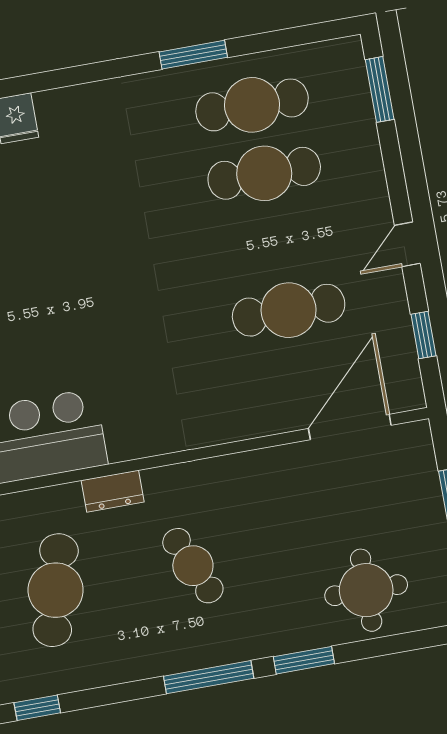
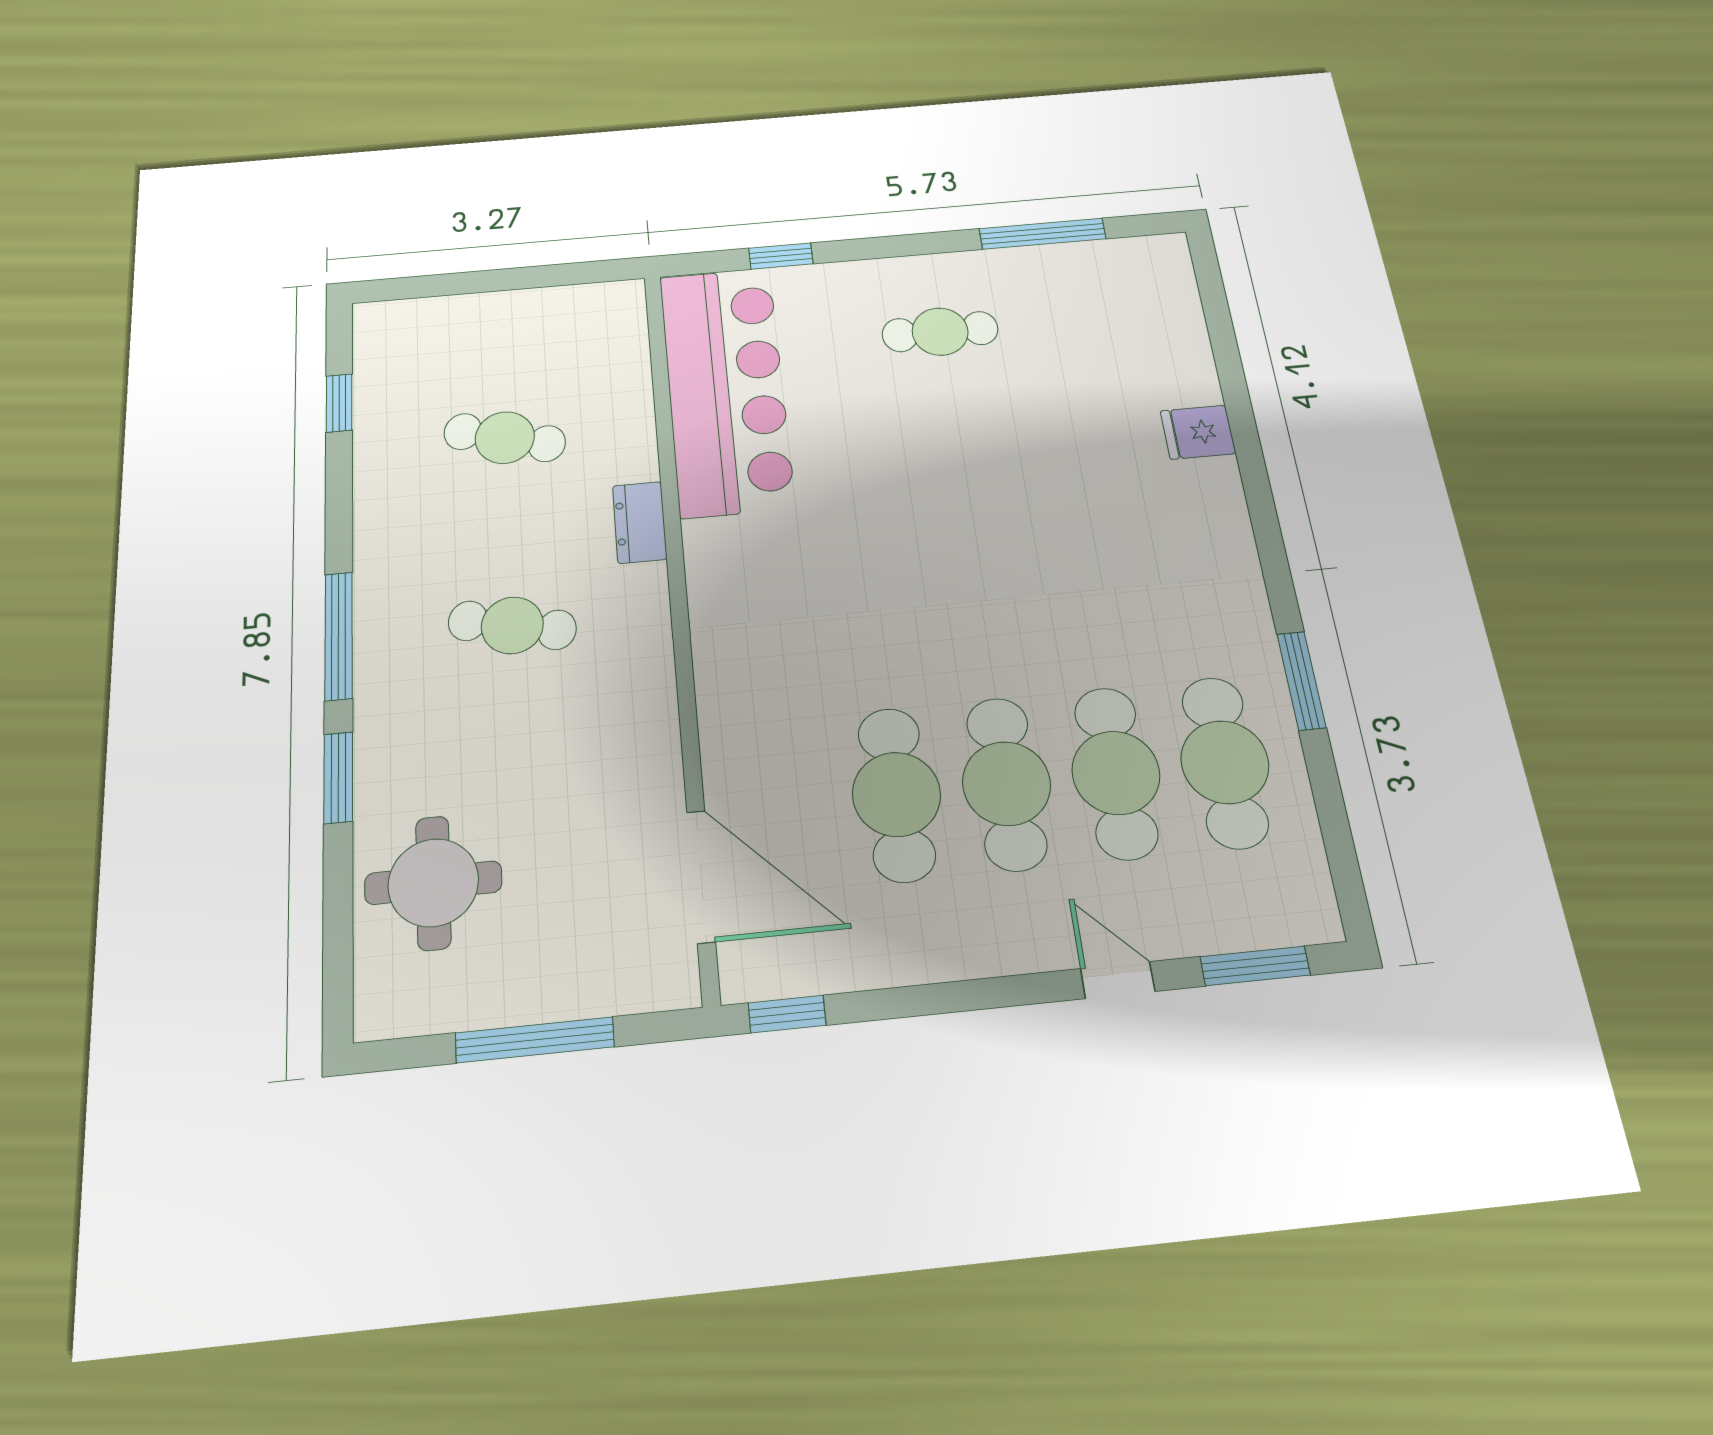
cafe table: (276, 242) -> (1006, 783), added
door: (407, 244) -> (1118, 980), moved
window: (423, 335) -> (787, 1014), moved
cafe table: (193, 566) -> (512, 625), turned 36
cafe table: (56, 590) -> (505, 438), width x0.73, depth x0.74

